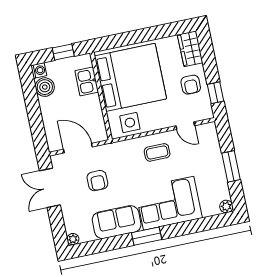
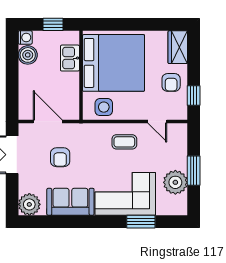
plant: (226, 206) -> (175, 182), moved, width x1.87, depth x1.87
window: (147, 236) -> (141, 222), moved
plant: (73, 239) -> (29, 204), width x1.87, depth x1.87

